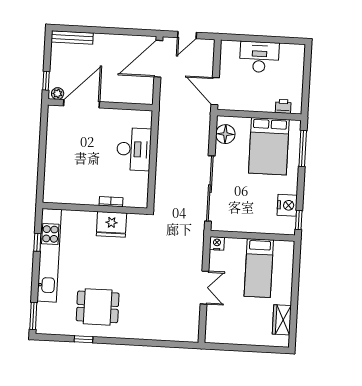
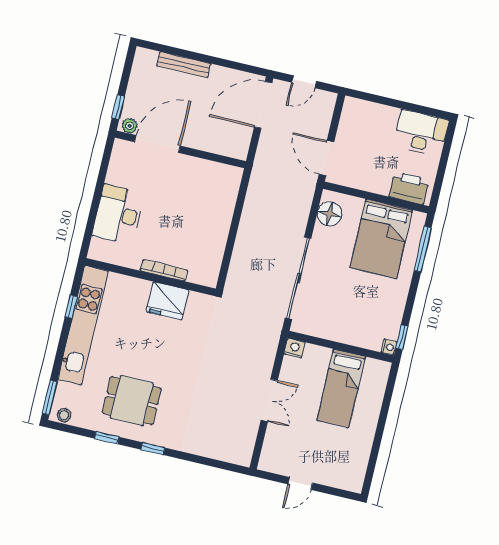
bench: (72, 37) -> (184, 65), moved
desk: (259, 57) -> (421, 133), moved
printer: (283, 106) -> (409, 188), width x1.87, depth x1.48
desk: (134, 149) -> (118, 214), moved, turned 180
bookcase: (111, 202) -> (164, 270), width x1.56
nightstand: (287, 205) -> (389, 347), moved, width x0.53, depth x0.56
wardrobe: (282, 320) -> (358, 458), removed
stool: (47, 328) -> (64, 415), added
window: (121, 341) -> (153, 449), added
door: (240, 348) -> (300, 483), added

